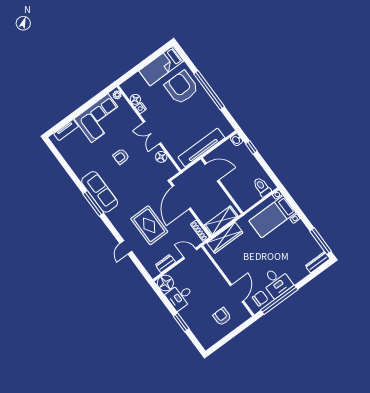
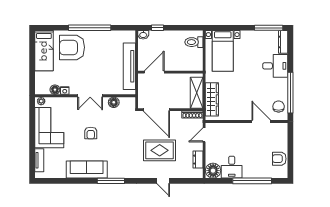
sofa: (100, 192) -> (87, 170), moved
desk: (277, 282) -> (275, 66), moved
armchair: (222, 316) -> (279, 159), moved
window: (181, 322) -> (252, 181), width x2.11

